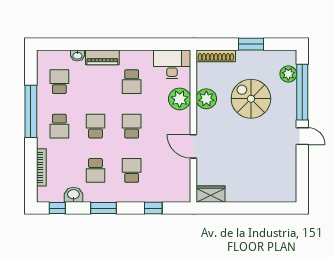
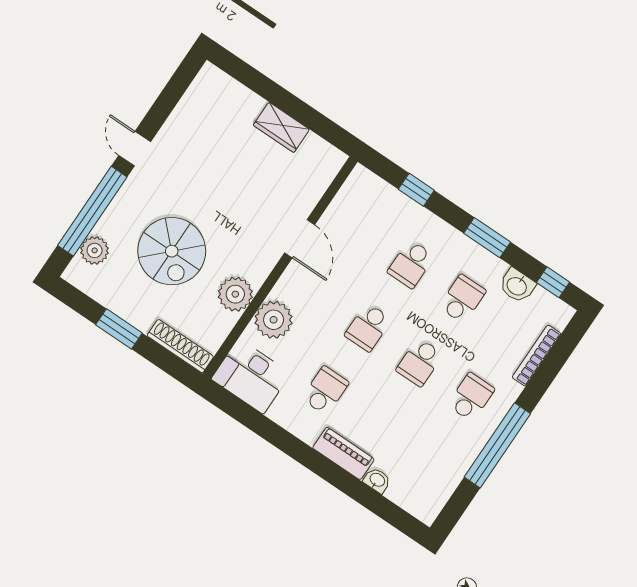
school desk: (59, 82) -> (428, 460), removed
wardrobe: (211, 194) -> (281, 127), moved

